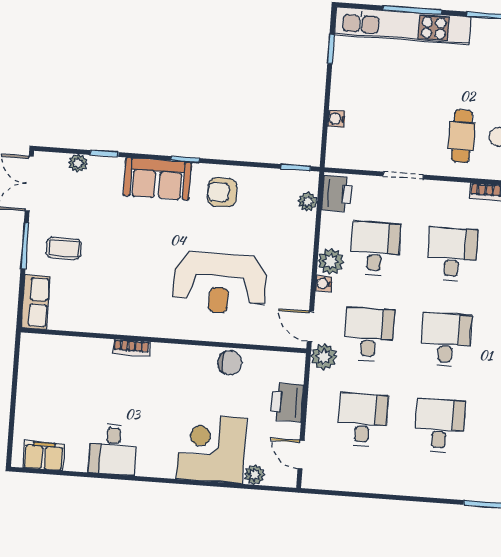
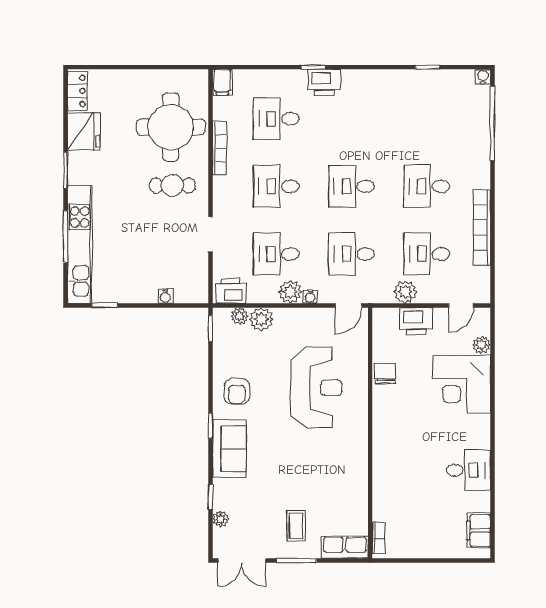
plant: (302, 226) -> (261, 319), added
bookcase: (131, 348) -> (379, 538), moved
plant: (324, 357) -> (405, 292), moved
bookcase: (388, 485) -> (482, 228), added

